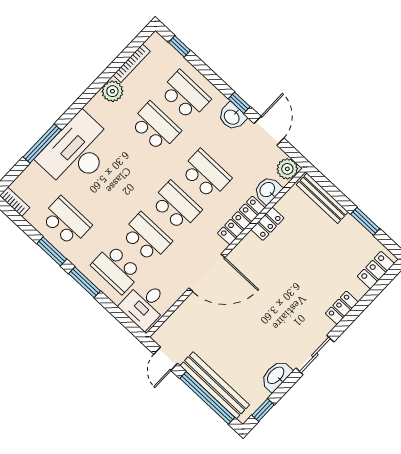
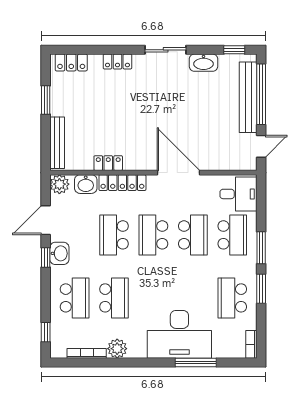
school desk: (185, 95) -> (75, 298), turned 180
school desk: (155, 127) -> (114, 298), turned 180
school desk: (146, 237) -> (193, 235), turned 180

